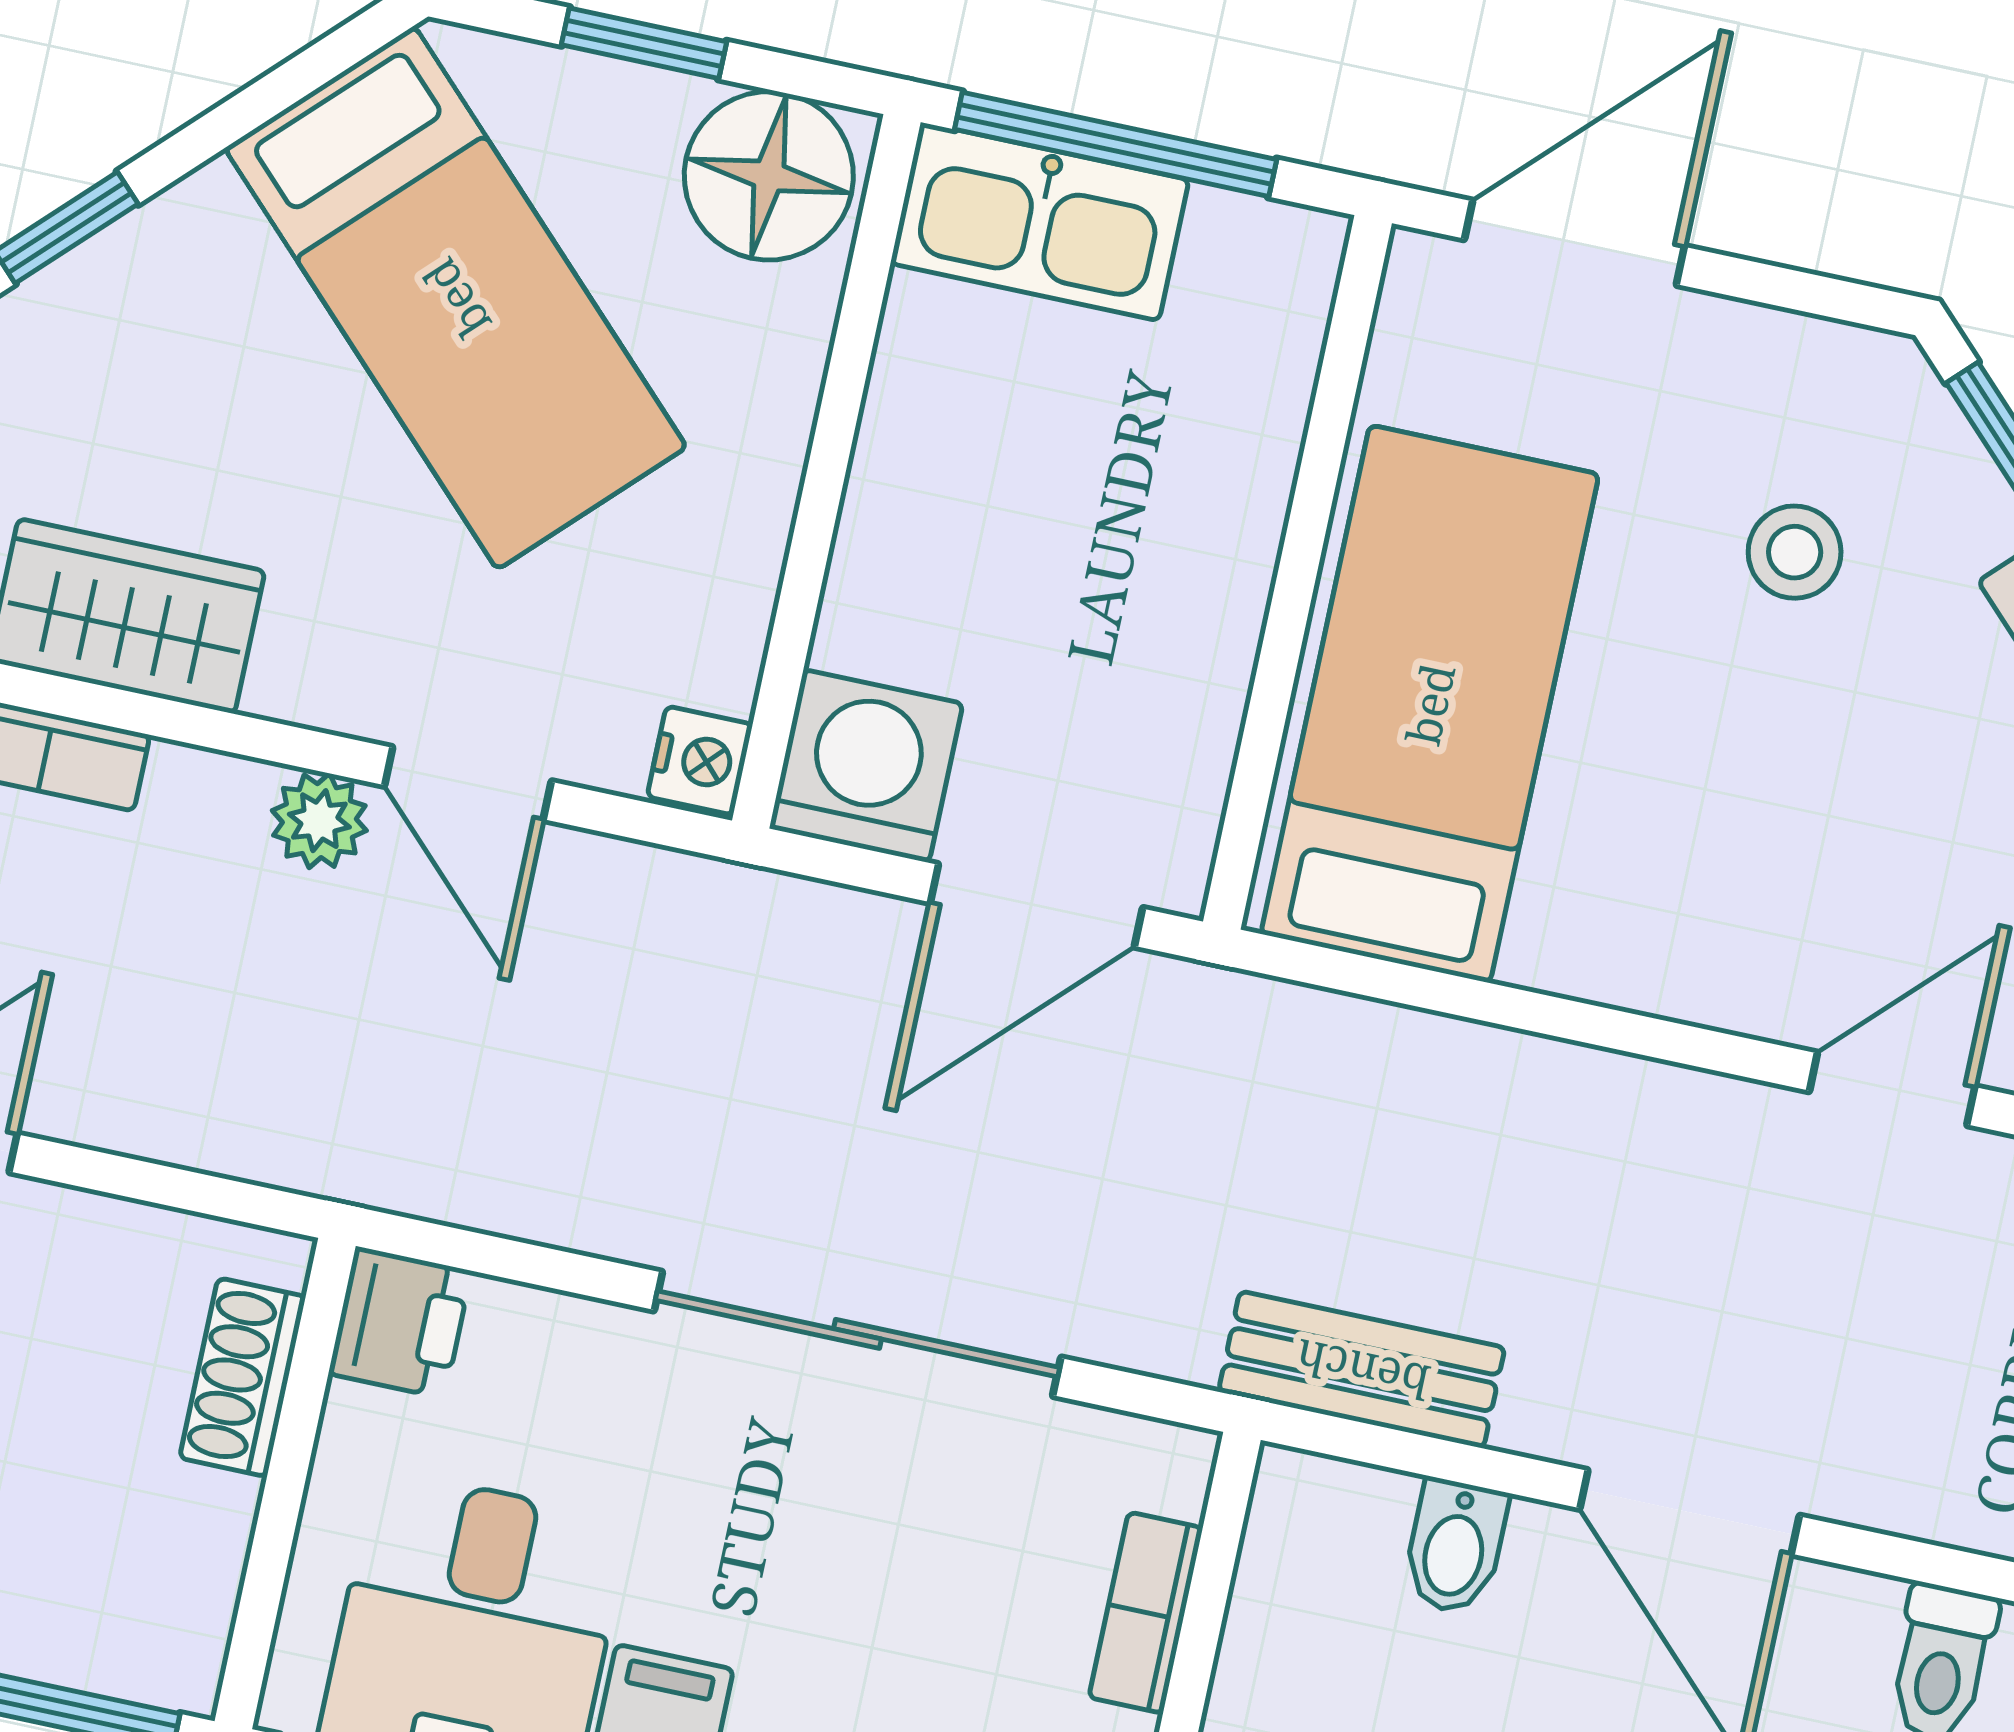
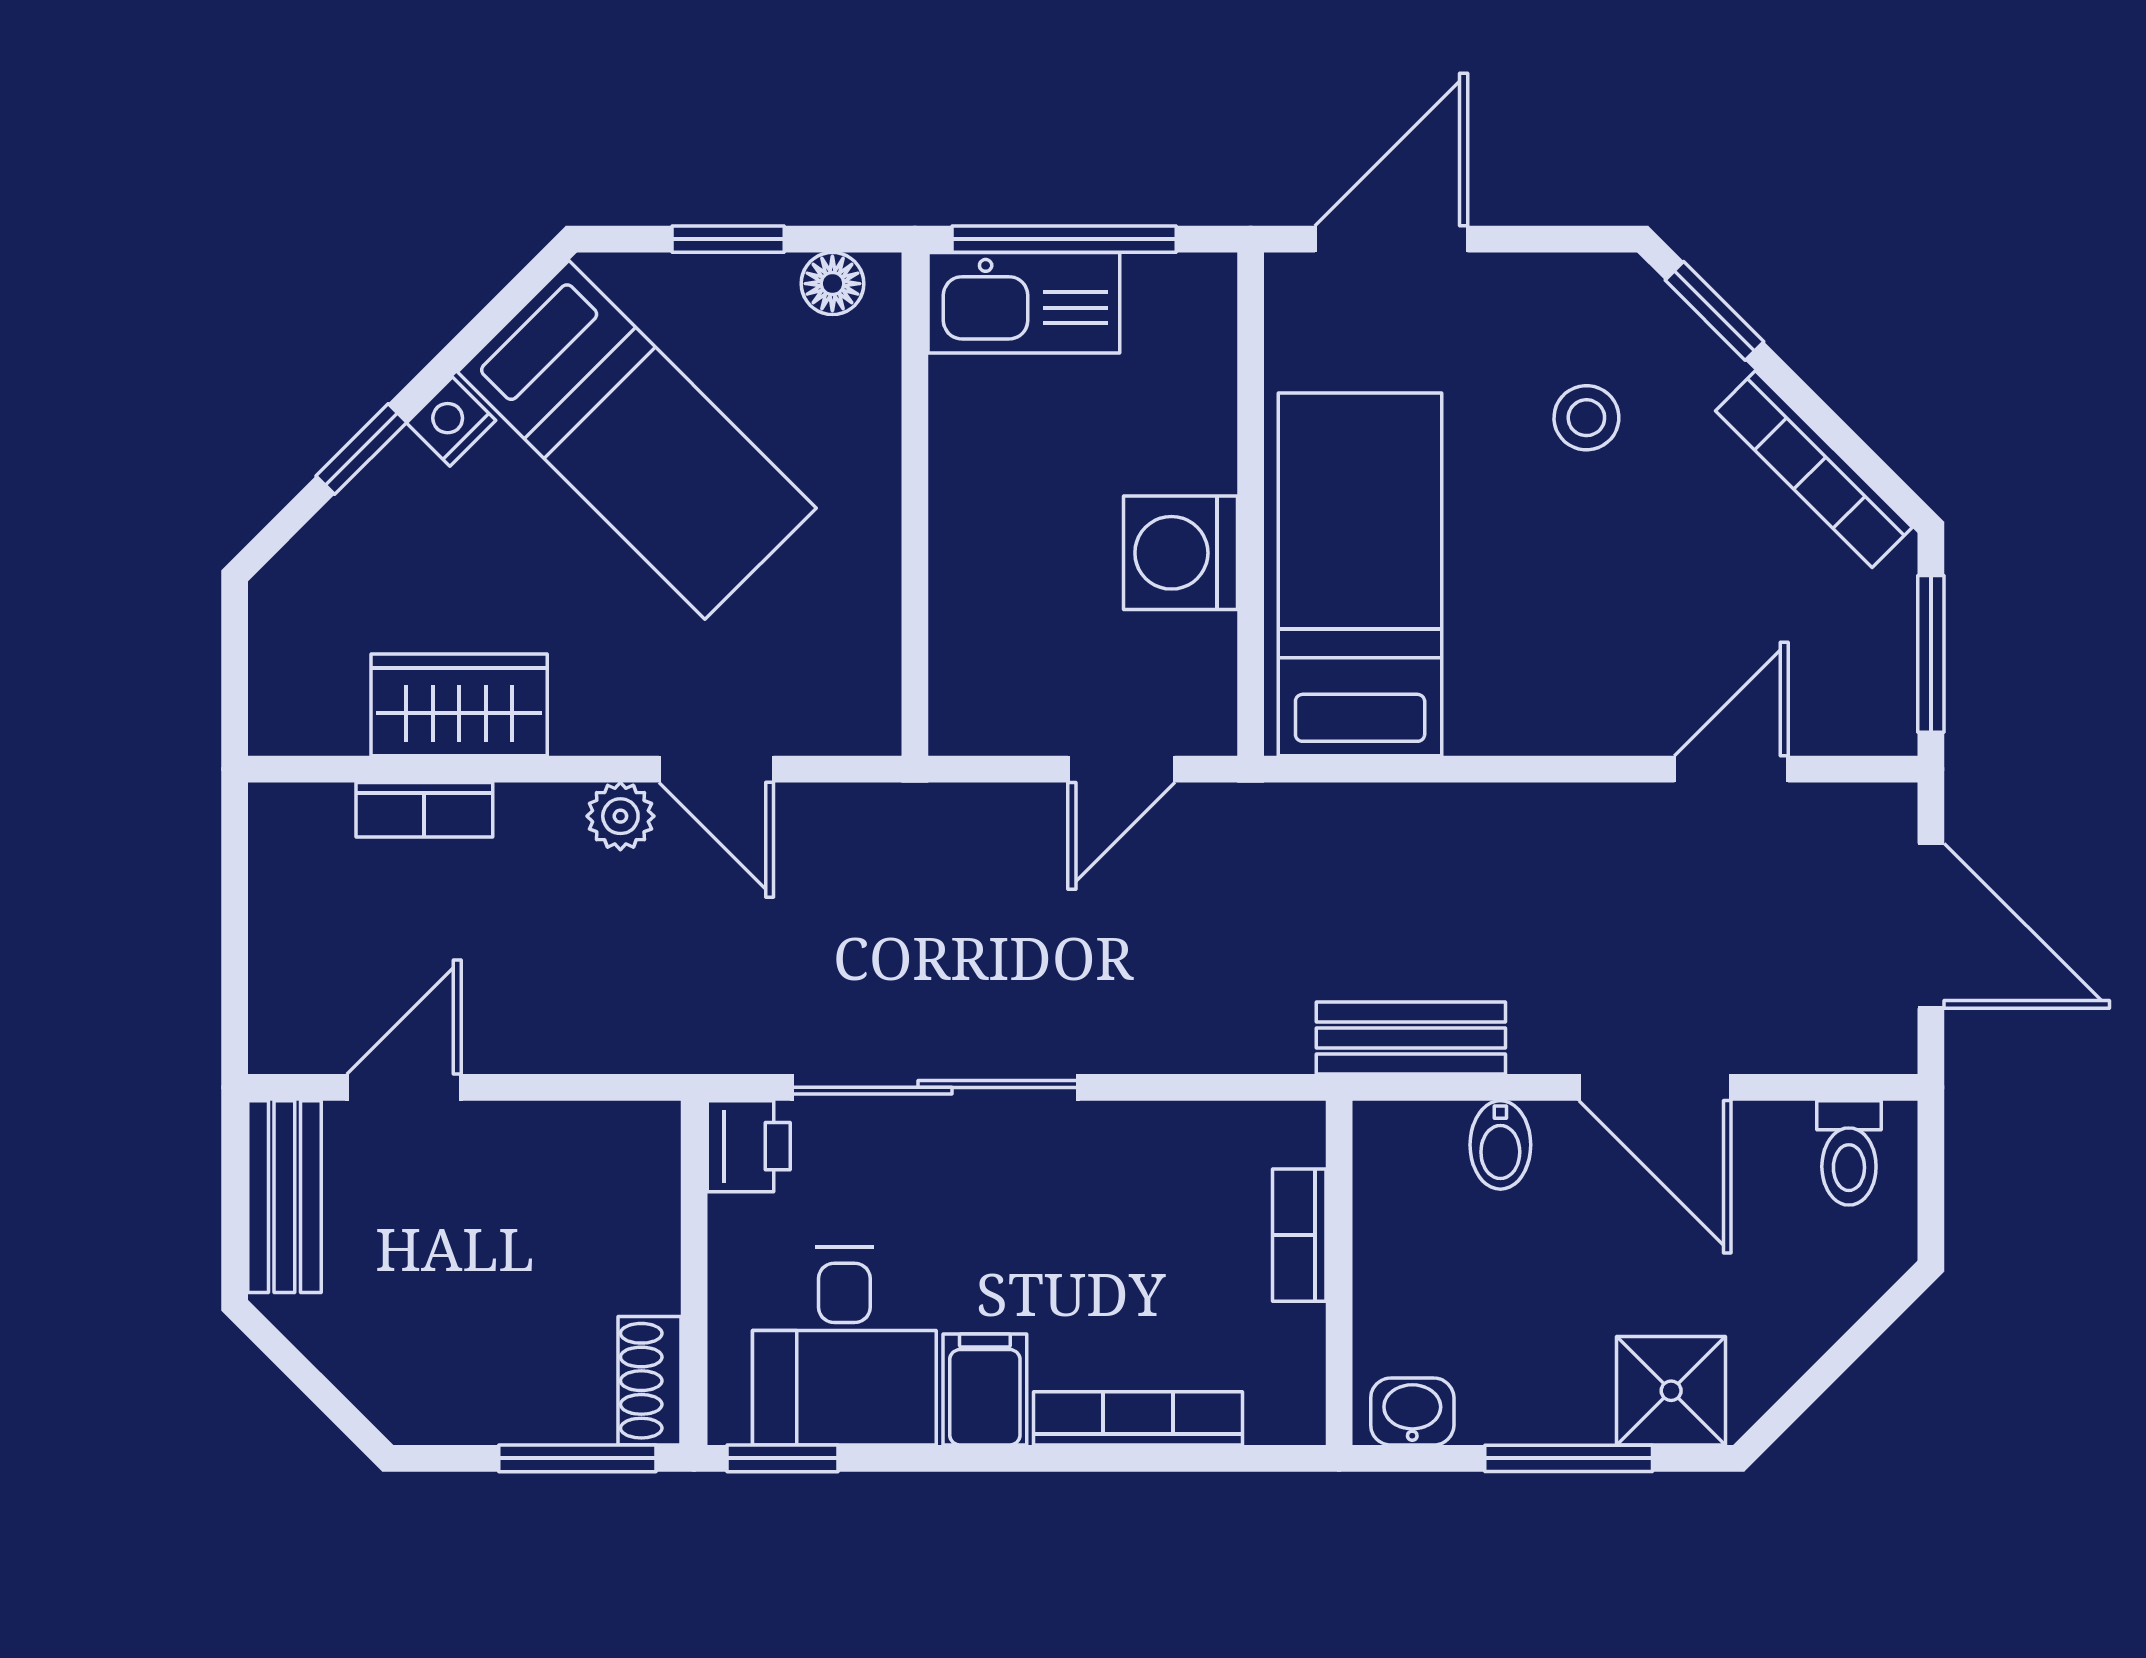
floor lamp: (769, 176) -> (832, 284), width x0.53, depth x0.53
nightstand: (700, 760) -> (451, 422), moved, turned -135
washing machine: (866, 766) -> (1181, 553), moved, turned -90
door: (1036, 905) -> (1121, 769), width x0.73
sliding door: (858, 1334) -> (935, 1087), moved
shoe rack: (243, 1377) -> (649, 1381), moved

